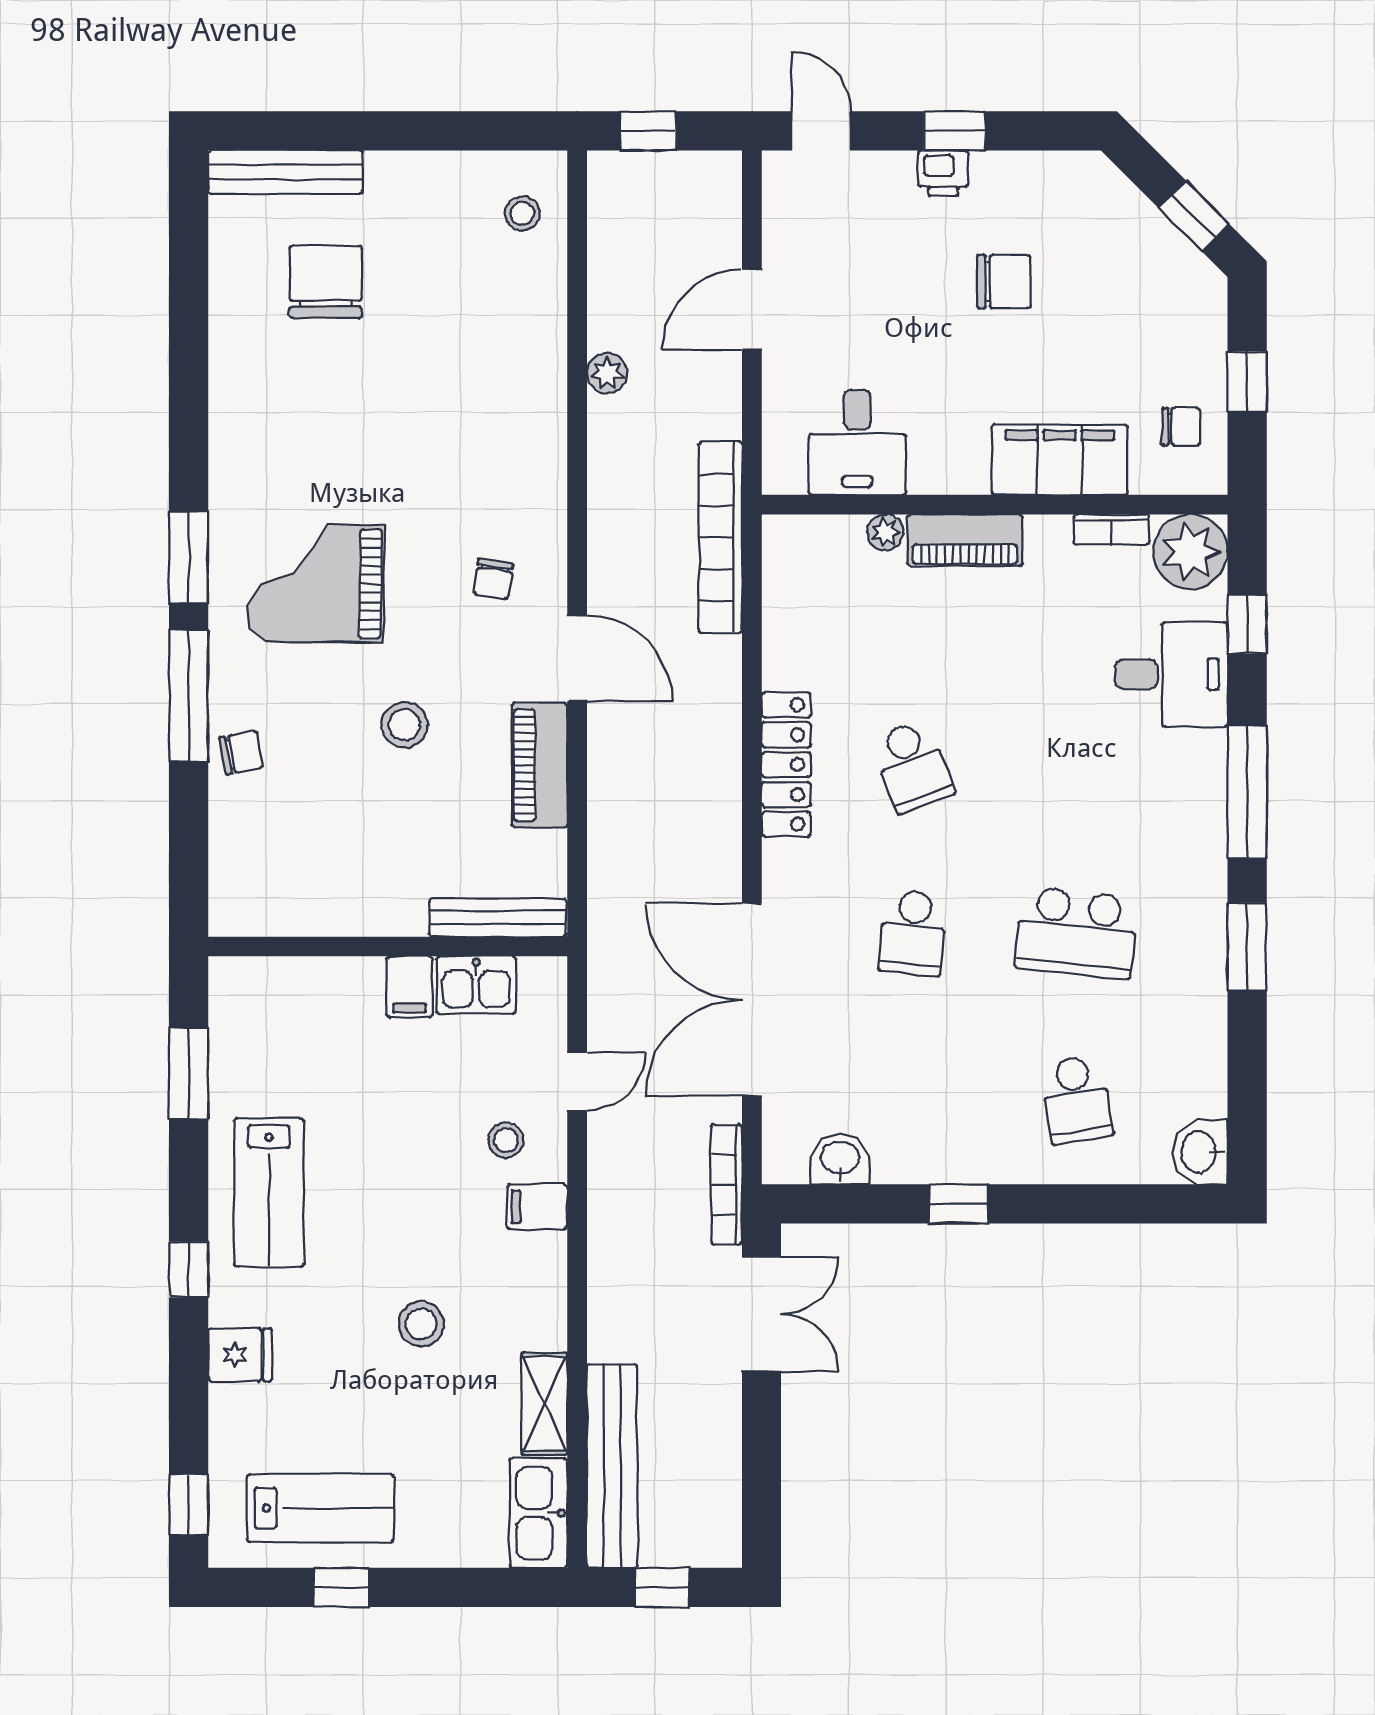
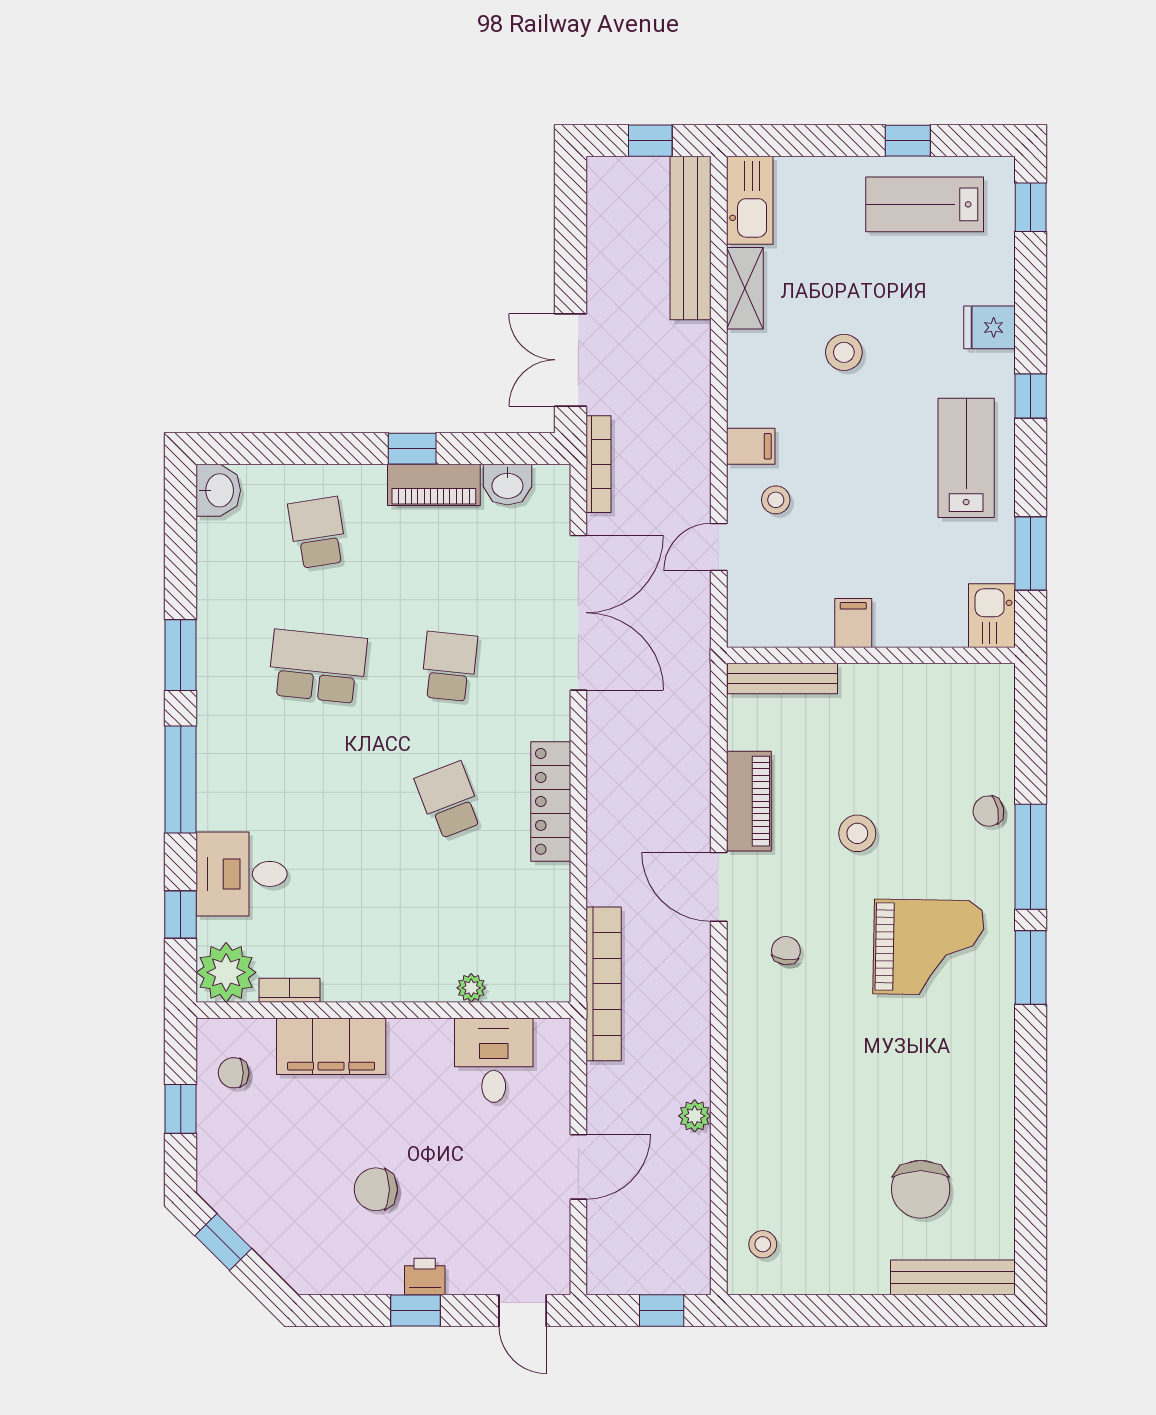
piano: (965, 540) -> (434, 485), moved, turned 180
kitchen sink: (476, 985) -> (992, 616), moved, turned -90

